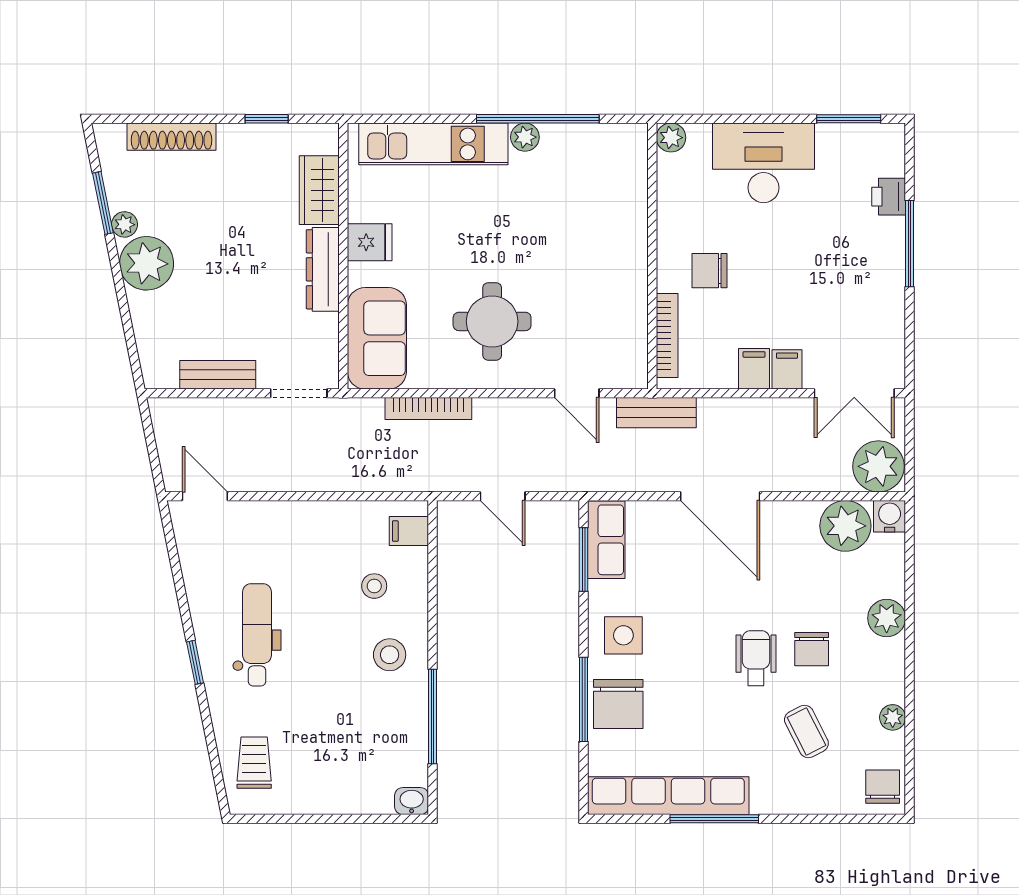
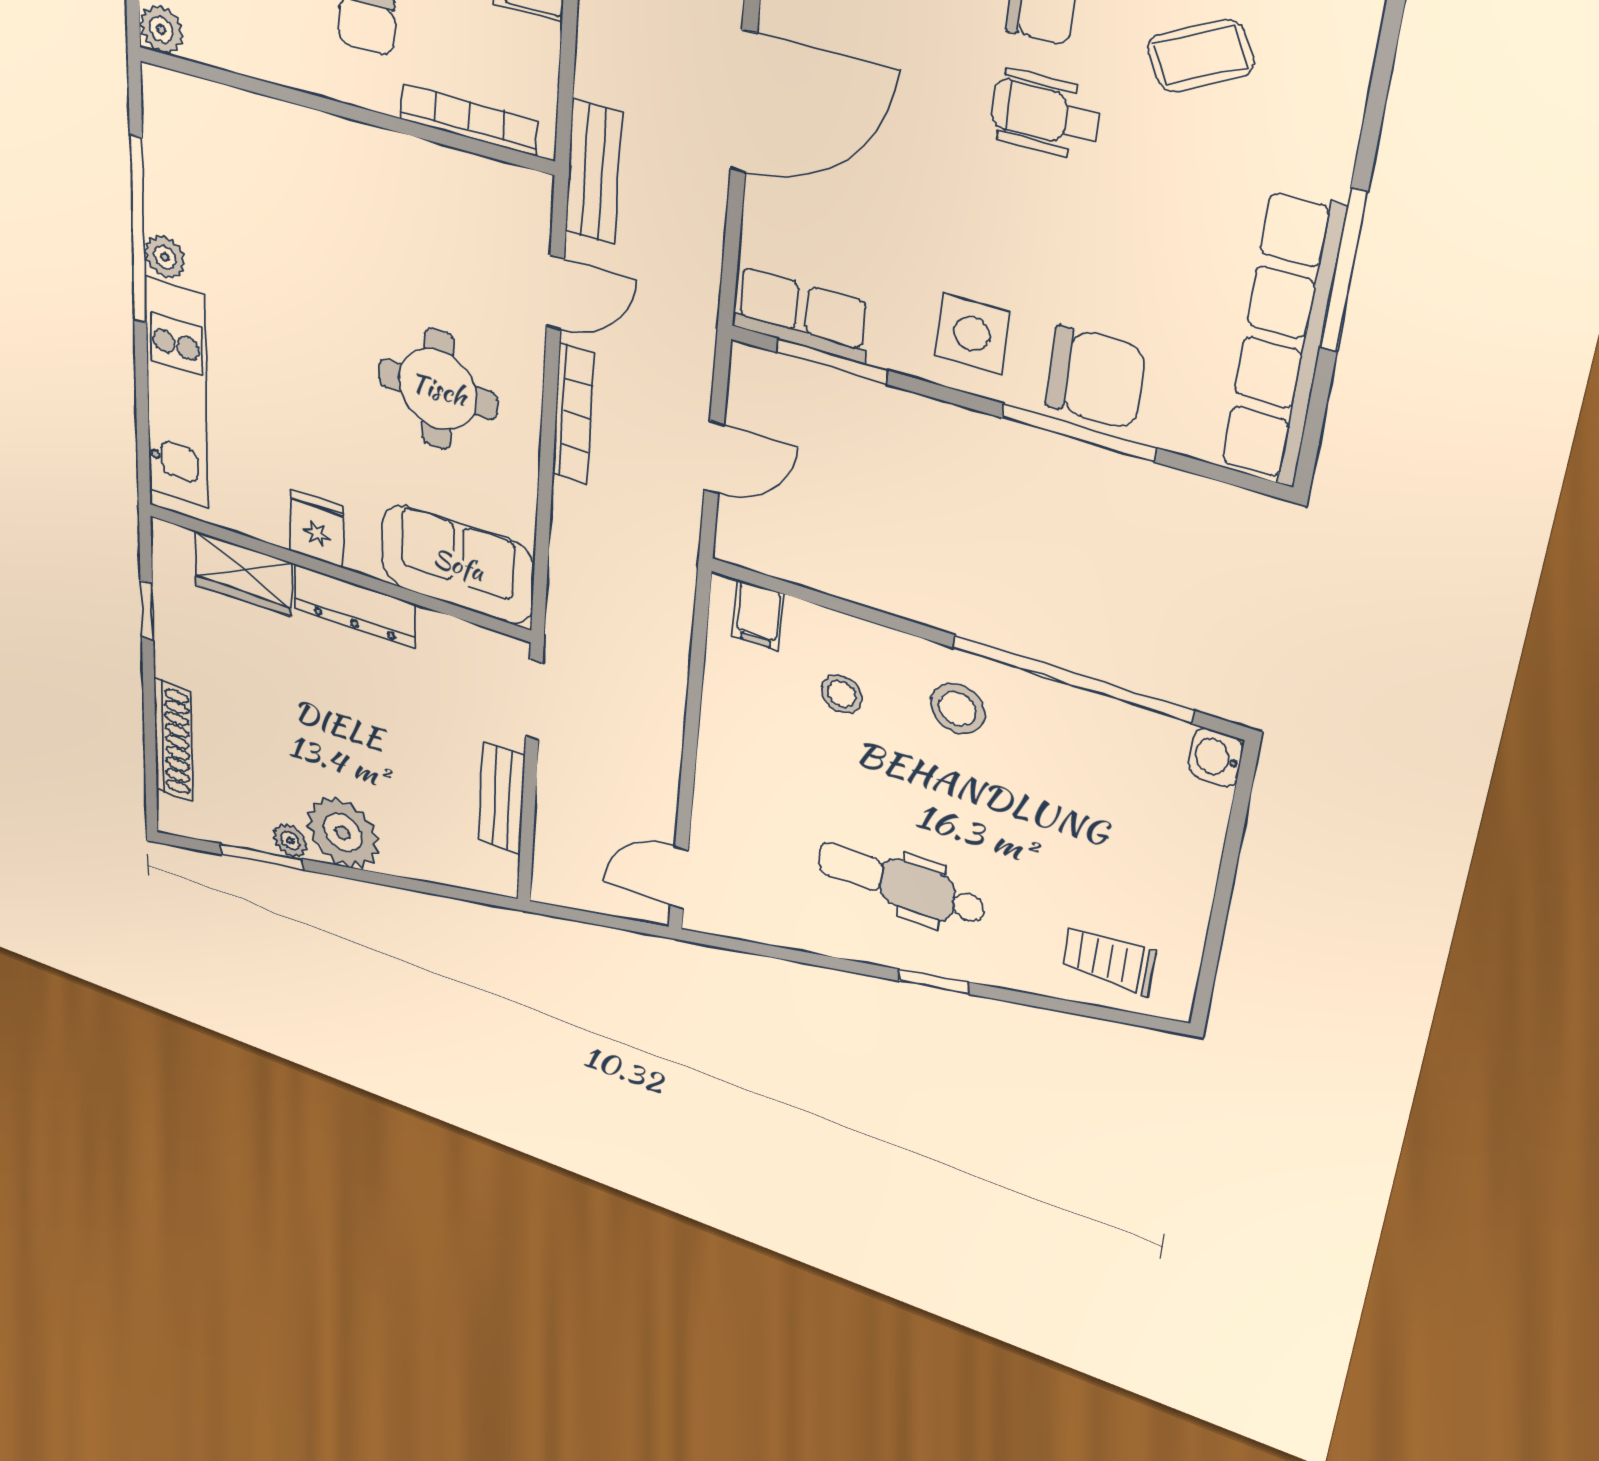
bookcase: (428, 408) -> (573, 414), moved
window: (433, 717) -> (1072, 679), width x1.46

